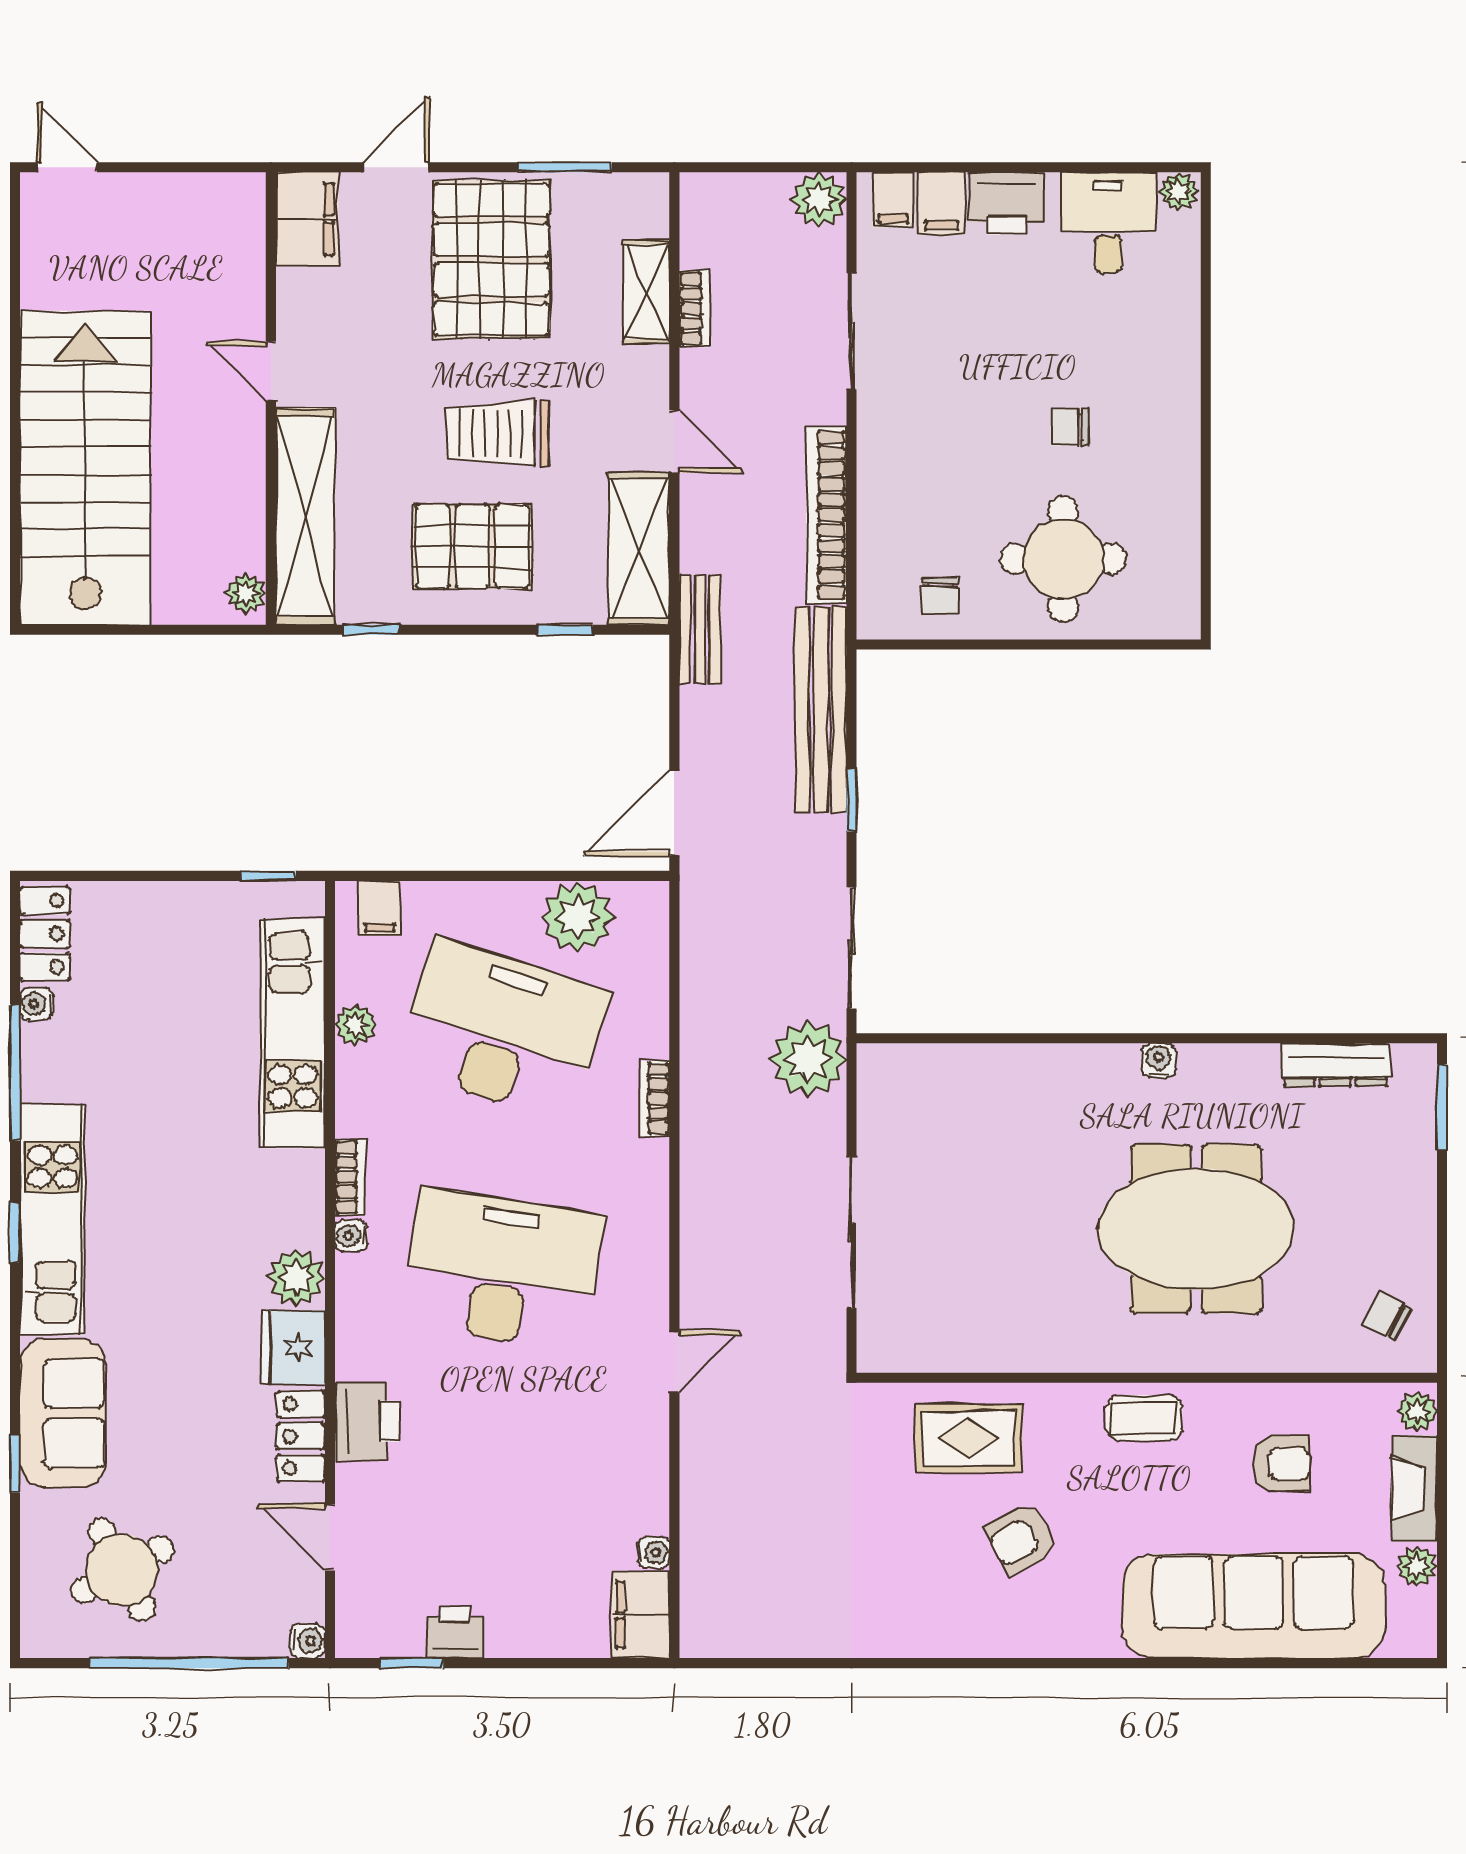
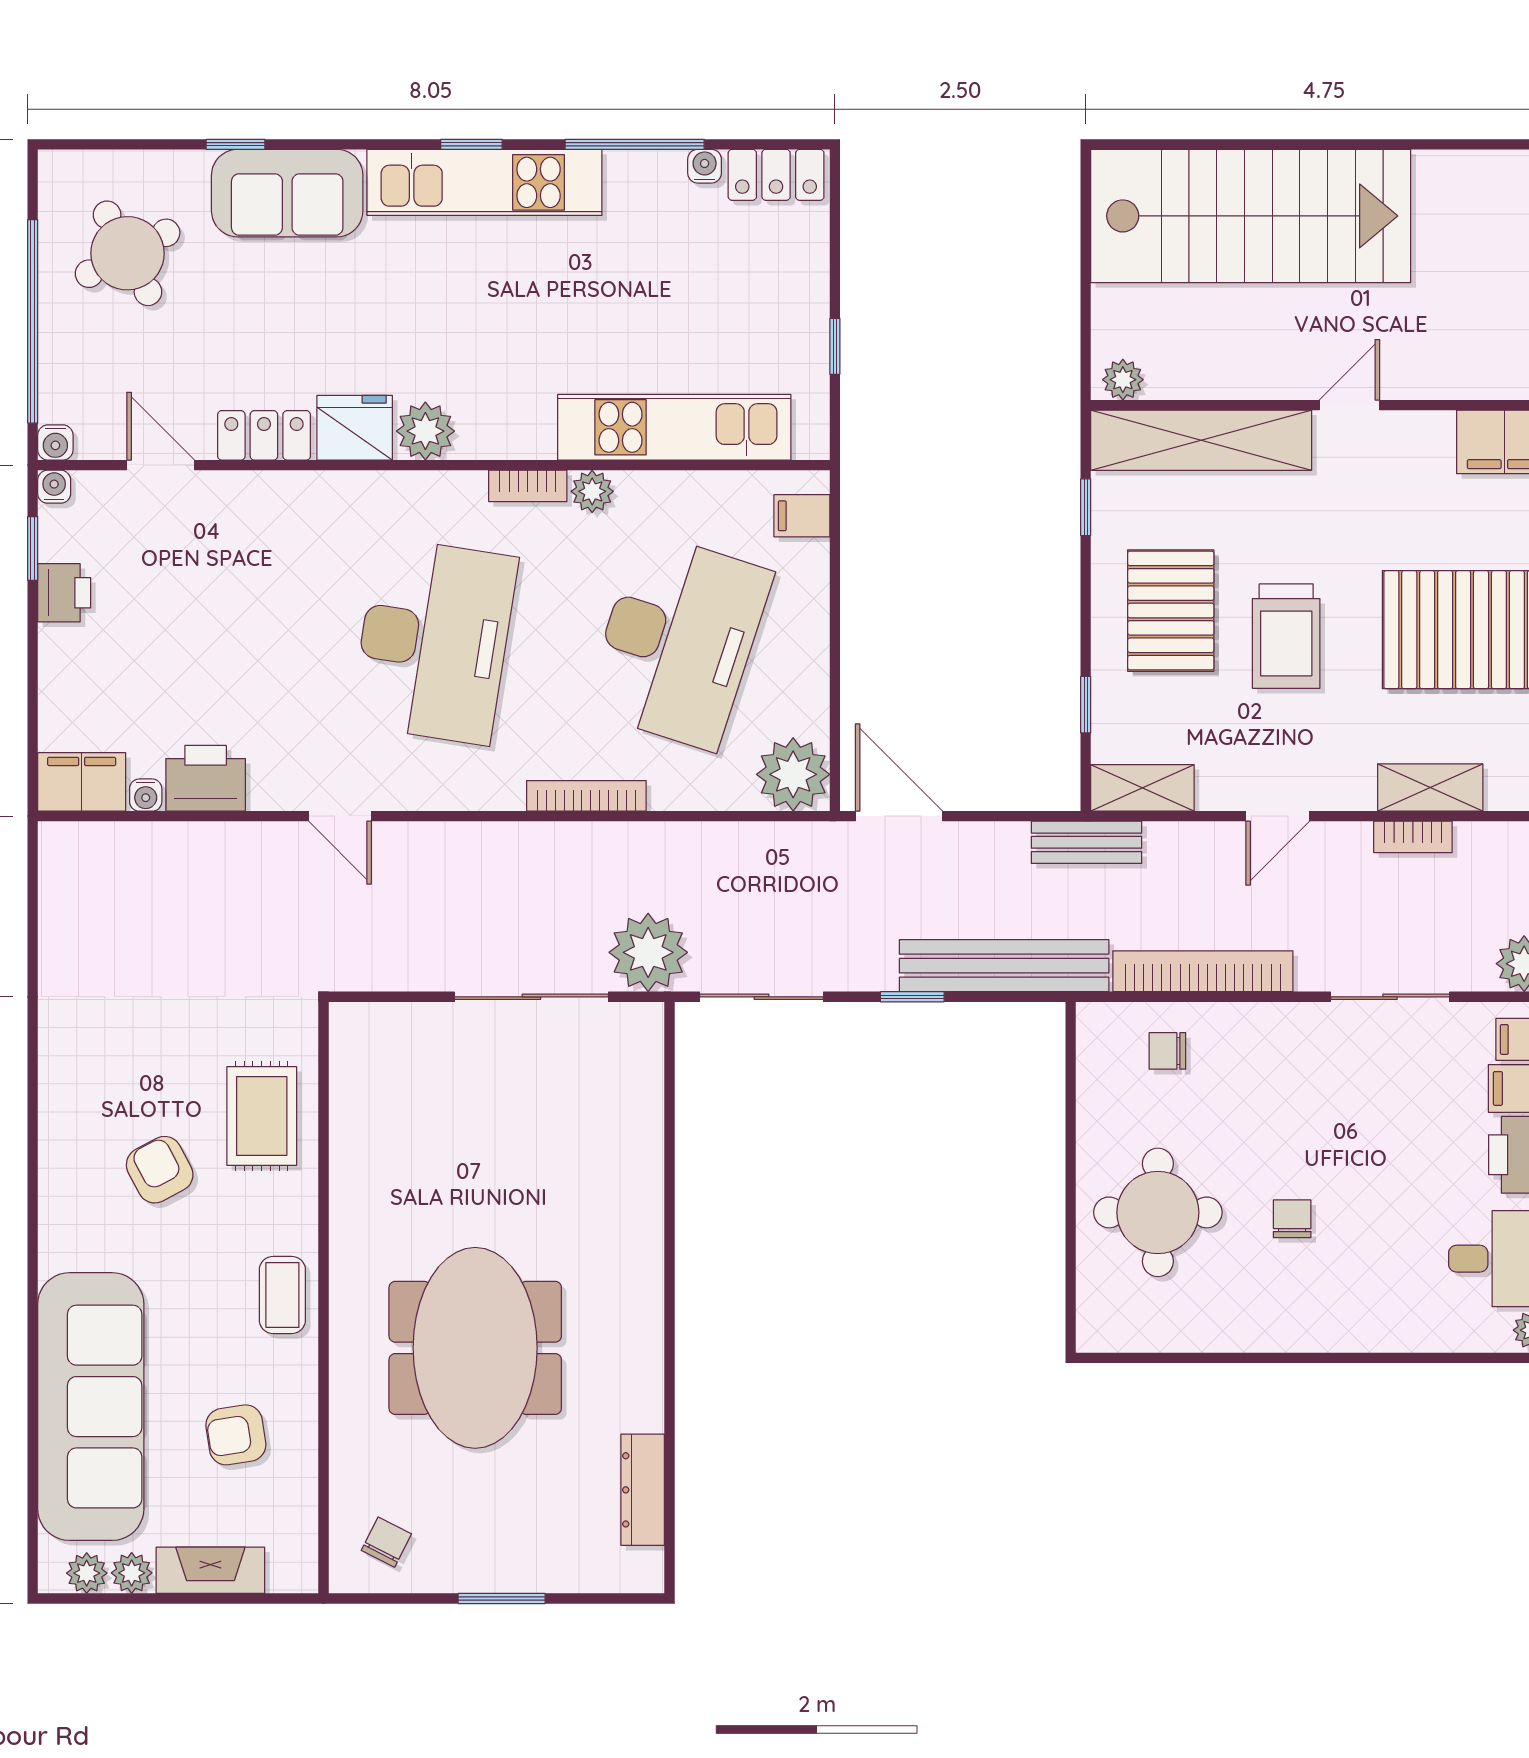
trolley: (498, 433) -> (1286, 636), turned 180
shelving: (639, 549) -> (1142, 788), width x0.67, depth x0.75
chair: (940, 596) -> (1167, 1051), moved
window: (268, 876) -> (835, 346), moved
plant: (578, 917) -> (793, 774), moved
plant: (356, 1025) -> (592, 491), moved
water cooler: (1159, 1060) -> (647, 1310), removed
bookcase: (654, 1099) -> (586, 796), width x1.56
window: (1442, 1107) -> (502, 1599), moved
sliding door: (852, 1233) -> (531, 997), moved
water cooler: (351, 1236) -> (54, 487), moved
plant: (1417, 1412) -> (87, 1573), moved
printer: (367, 1421) -> (206, 778), moved, turned 180
armchair: (1281, 1464) -> (236, 1435), turned 81
door: (330, 1537) -> (161, 465), hinge flipped

